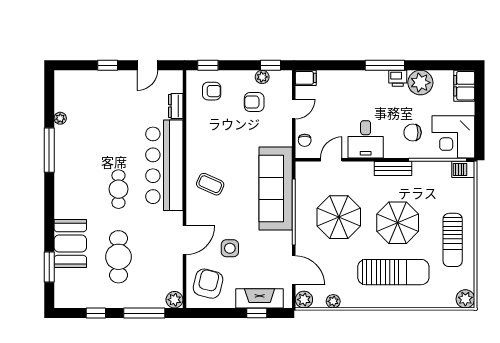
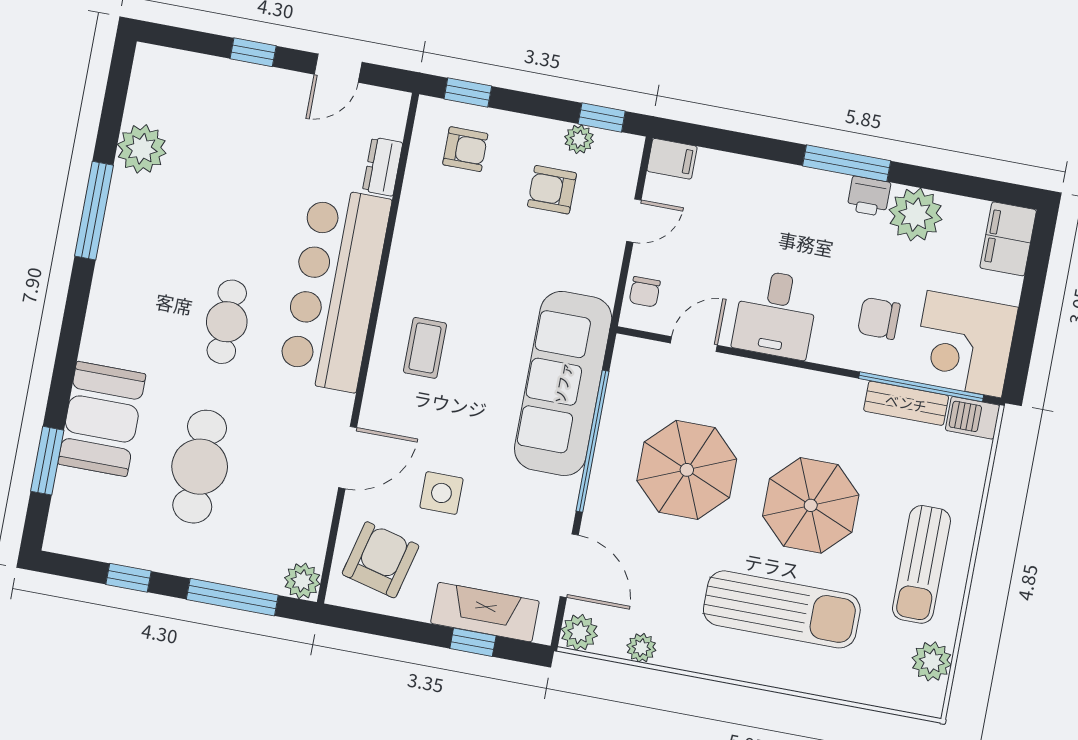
plant: (60, 118) -> (142, 149), width x1.88, depth x1.88
bench: (393, 169) -> (906, 403), moved
coffee table: (210, 184) -> (425, 348), turned 66
plant: (465, 299) -> (932, 661), moved

